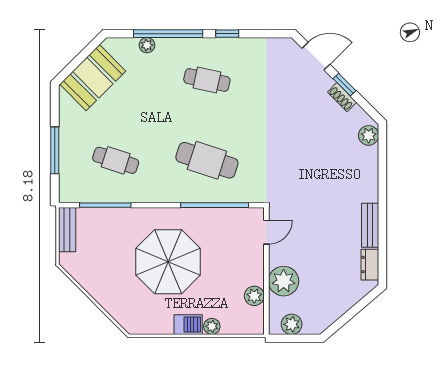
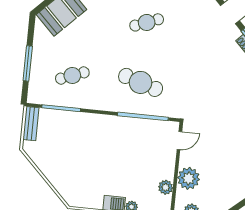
cafe table: (207, 80) -> (147, 22), turned -33
cafe table: (116, 160) -> (72, 75), turned -39
parasol: (168, 262) -> (104, 155), removed

